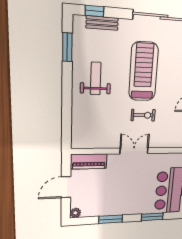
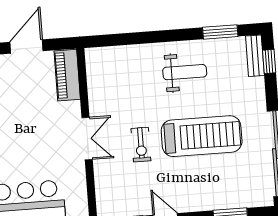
bench: (102, 23) -> (255, 56), moved
door: (66, 187) -> (27, 47), hinge flipped

